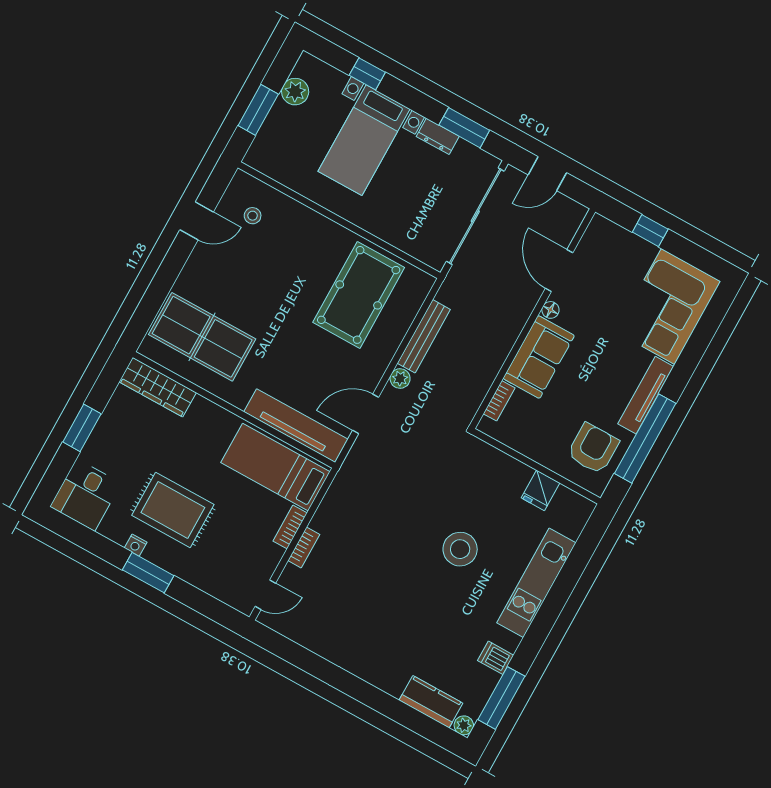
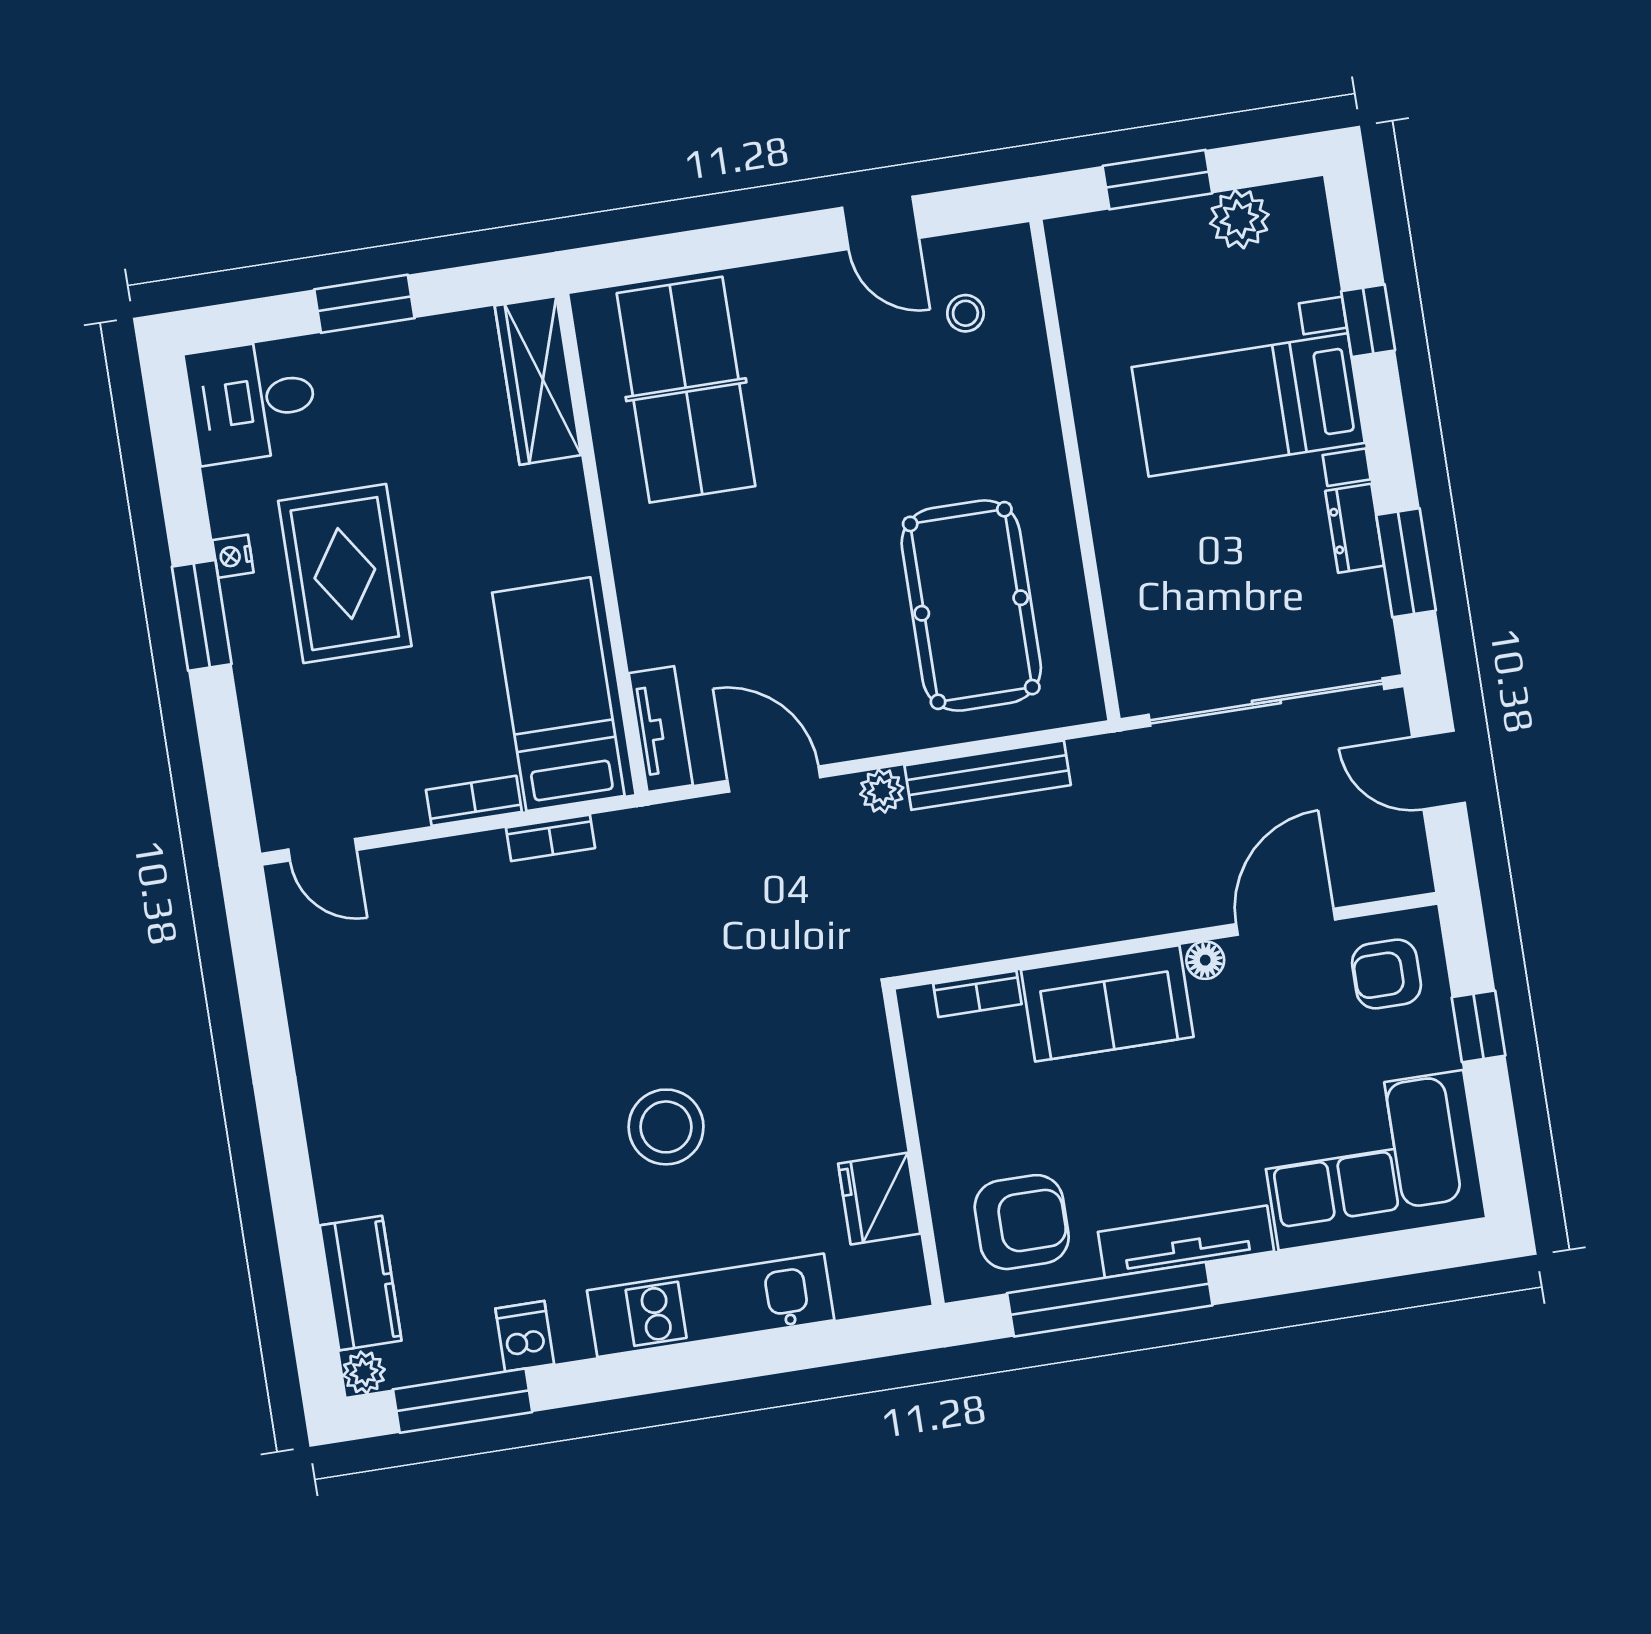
armchair: (606, 249) -> (1386, 974), added
pool table: (359, 295) -> (971, 606), turned 90
tv unit: (296, 426) -> (661, 729), width x0.52, depth x0.78
fridge: (540, 490) -> (879, 1199), width x1.38
bookcase: (304, 547) -> (551, 838), moved

